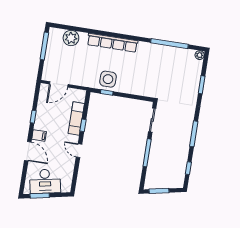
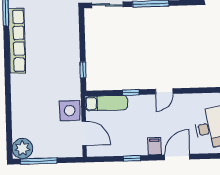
plant: (71, 38) -> (22, 149), moved
row of seats: (112, 43) -> (17, 41), moved
side table: (108, 79) -> (70, 111), moved
exam couch: (76, 119) -> (106, 103), moved

